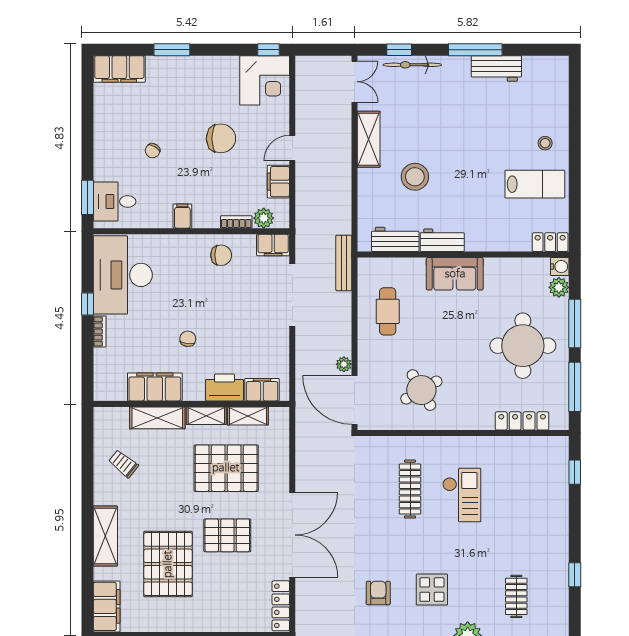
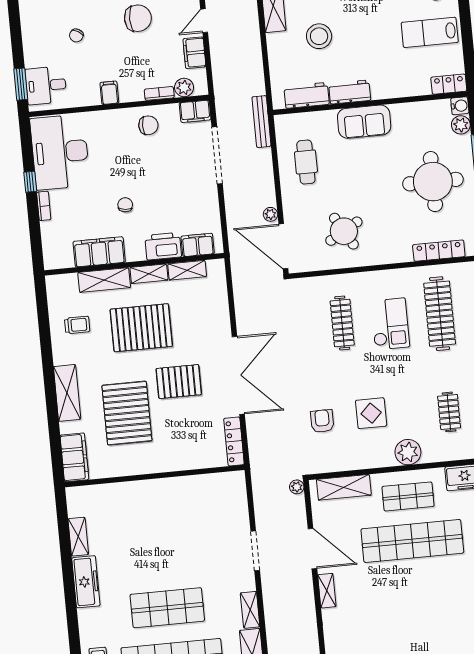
lab bench: (535, 184) -> (430, 32), turned 180
trolley: (123, 464) -> (77, 325), turned 141
pallet: (226, 468) -> (141, 328), moved
clothes rail: (516, 489) -> (440, 314), added

